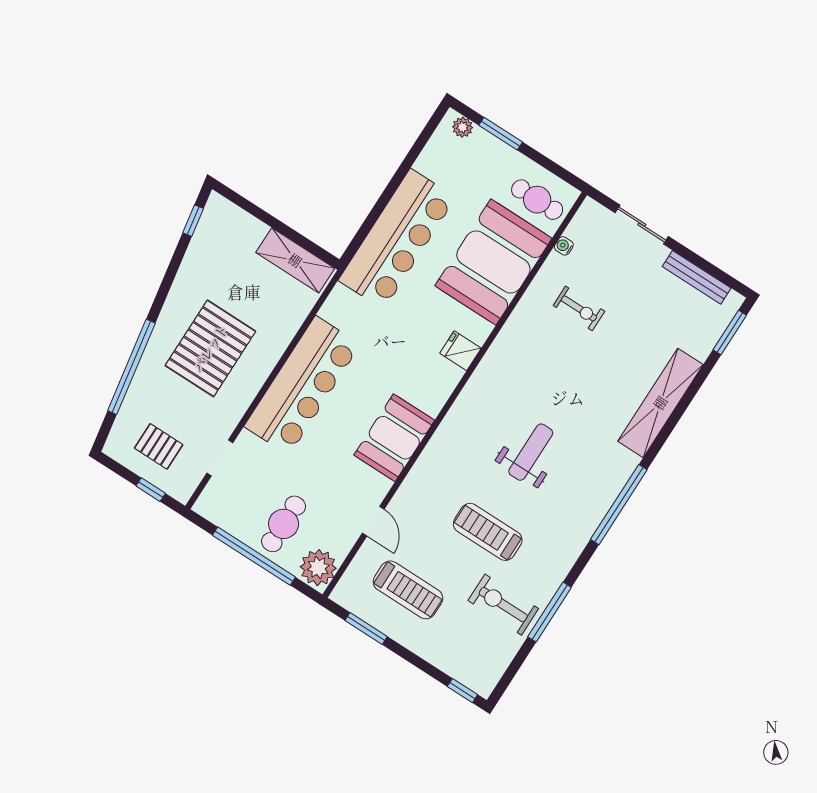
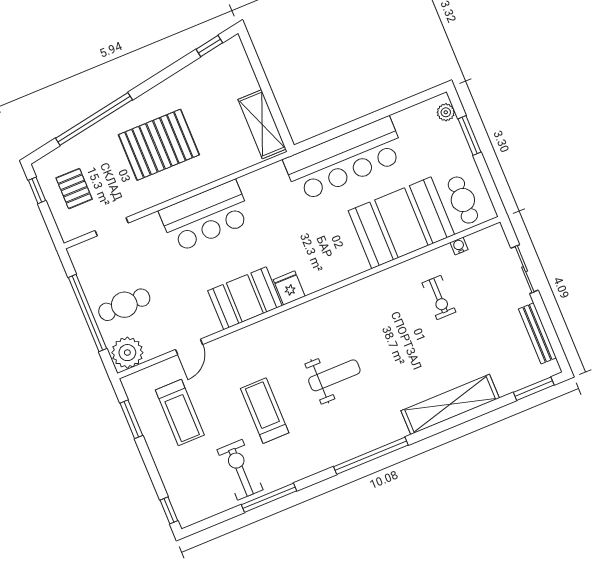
fridge: (461, 351) -> (289, 288), moved
bar counter: (302, 385) -> (206, 216), width x0.73
window: (151, 490) -> (37, 190), moved

